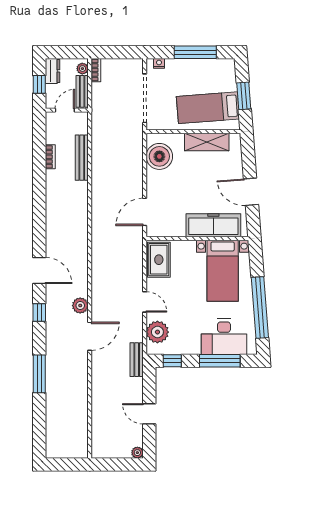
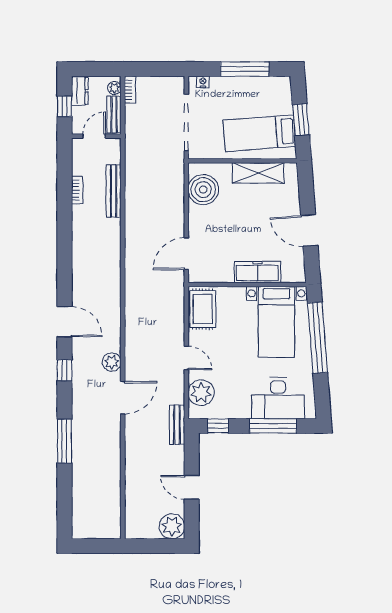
freezer: (213, 225) -> (257, 272), width x0.73, depth x0.79
window: (260, 308) -> (317, 338), moved
plant: (137, 453) -> (172, 526), width x1.88, depth x1.88

